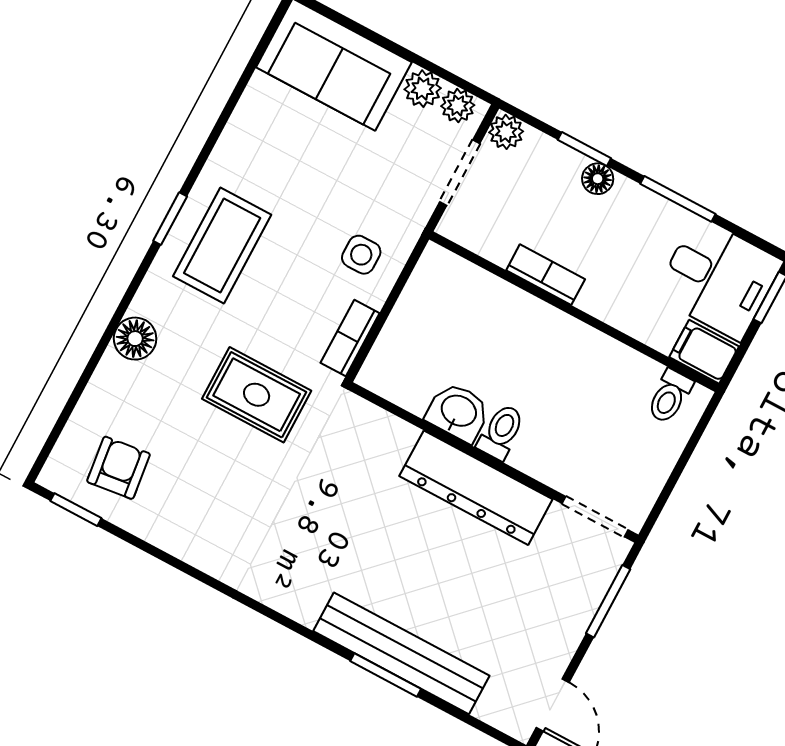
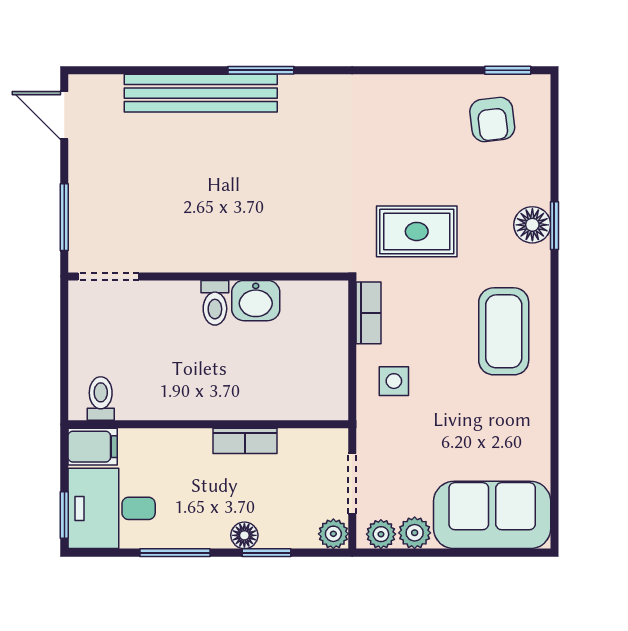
window: (170, 219) -> (554, 226), moved
dresser: (476, 488) -> (211, 250), removed
window: (386, 675) -> (261, 70), moved

